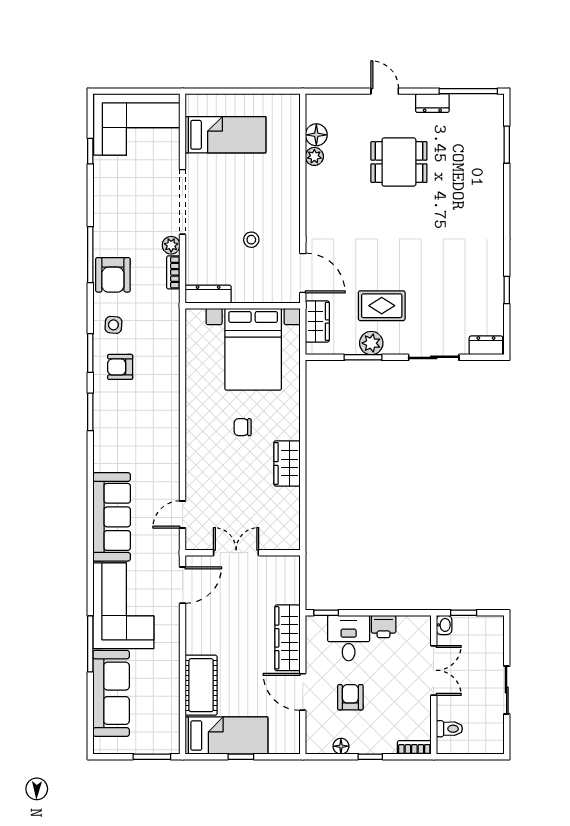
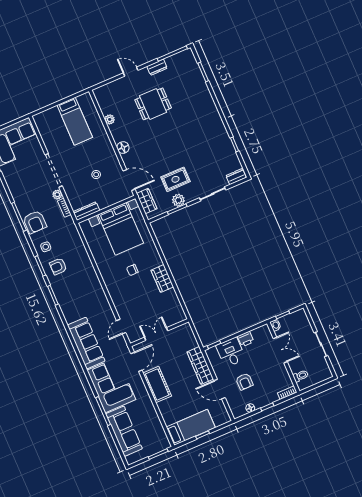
bed: (226, 135) -> (75, 121), moved, turned 90
floor lamp: (316, 135) -> (123, 148), moved
cot: (201, 685) -> (157, 384), moved
armchair: (350, 697) -> (244, 382), turned 180

